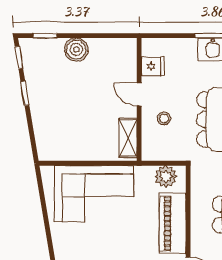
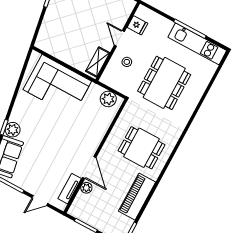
piano: (173, 223) -> (97, 131), removed

